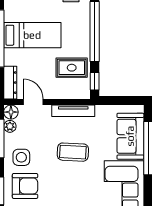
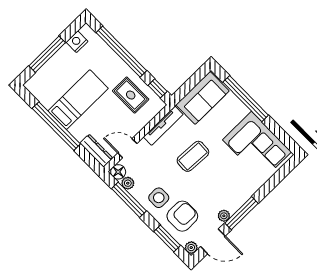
rug: (72, 68) -> (131, 95), turned 90
sofa: (130, 136) -> (202, 98), moved, turned -90

